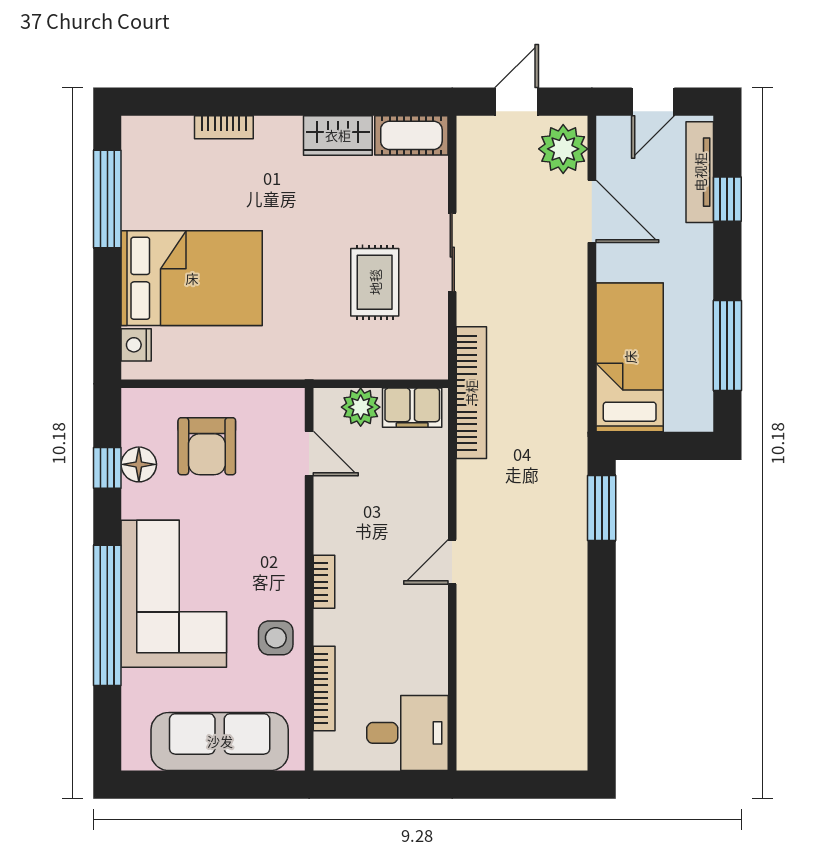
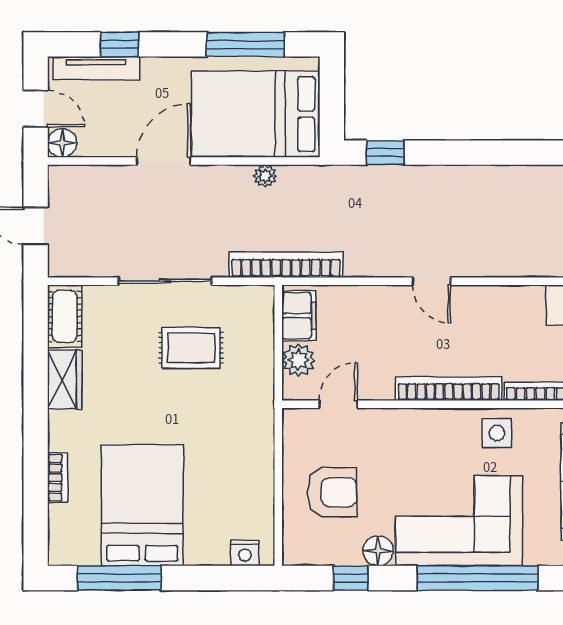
floor lamp: (613, 132) -> (62, 143), added
plant: (563, 149) -> (265, 176), moved, width x0.53, depth x0.53
door: (592, 211) -> (164, 161), moved
sliding door: (452, 252) -> (165, 281), width x1.37
bed: (192, 278) -> (142, 505), moved
bed: (630, 357) -> (256, 114), width x1.50
floor lamp: (139, 464) -> (378, 551), moved
window: (602, 508) -> (385, 153), width x0.67
bookcase: (324, 582) -> (449, 389), width x2.31, depth x1.31

